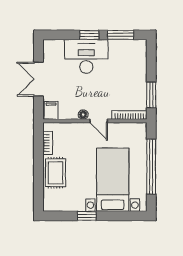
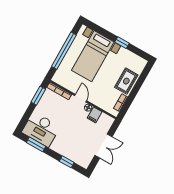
window: (89, 35) -> (67, 162), moved
desk: (86, 56) -> (41, 129), moved
filing cabinet: (51, 110) -> (95, 115), moved

